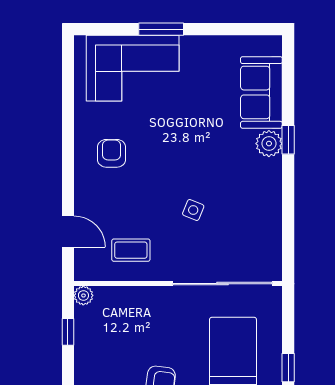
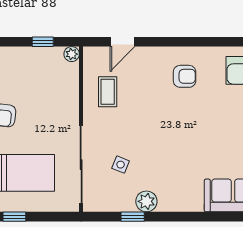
window: (288, 140) -> (133, 217), moved
plant: (269, 144) -> (146, 201), moved
side table: (193, 210) -> (121, 165), moved

